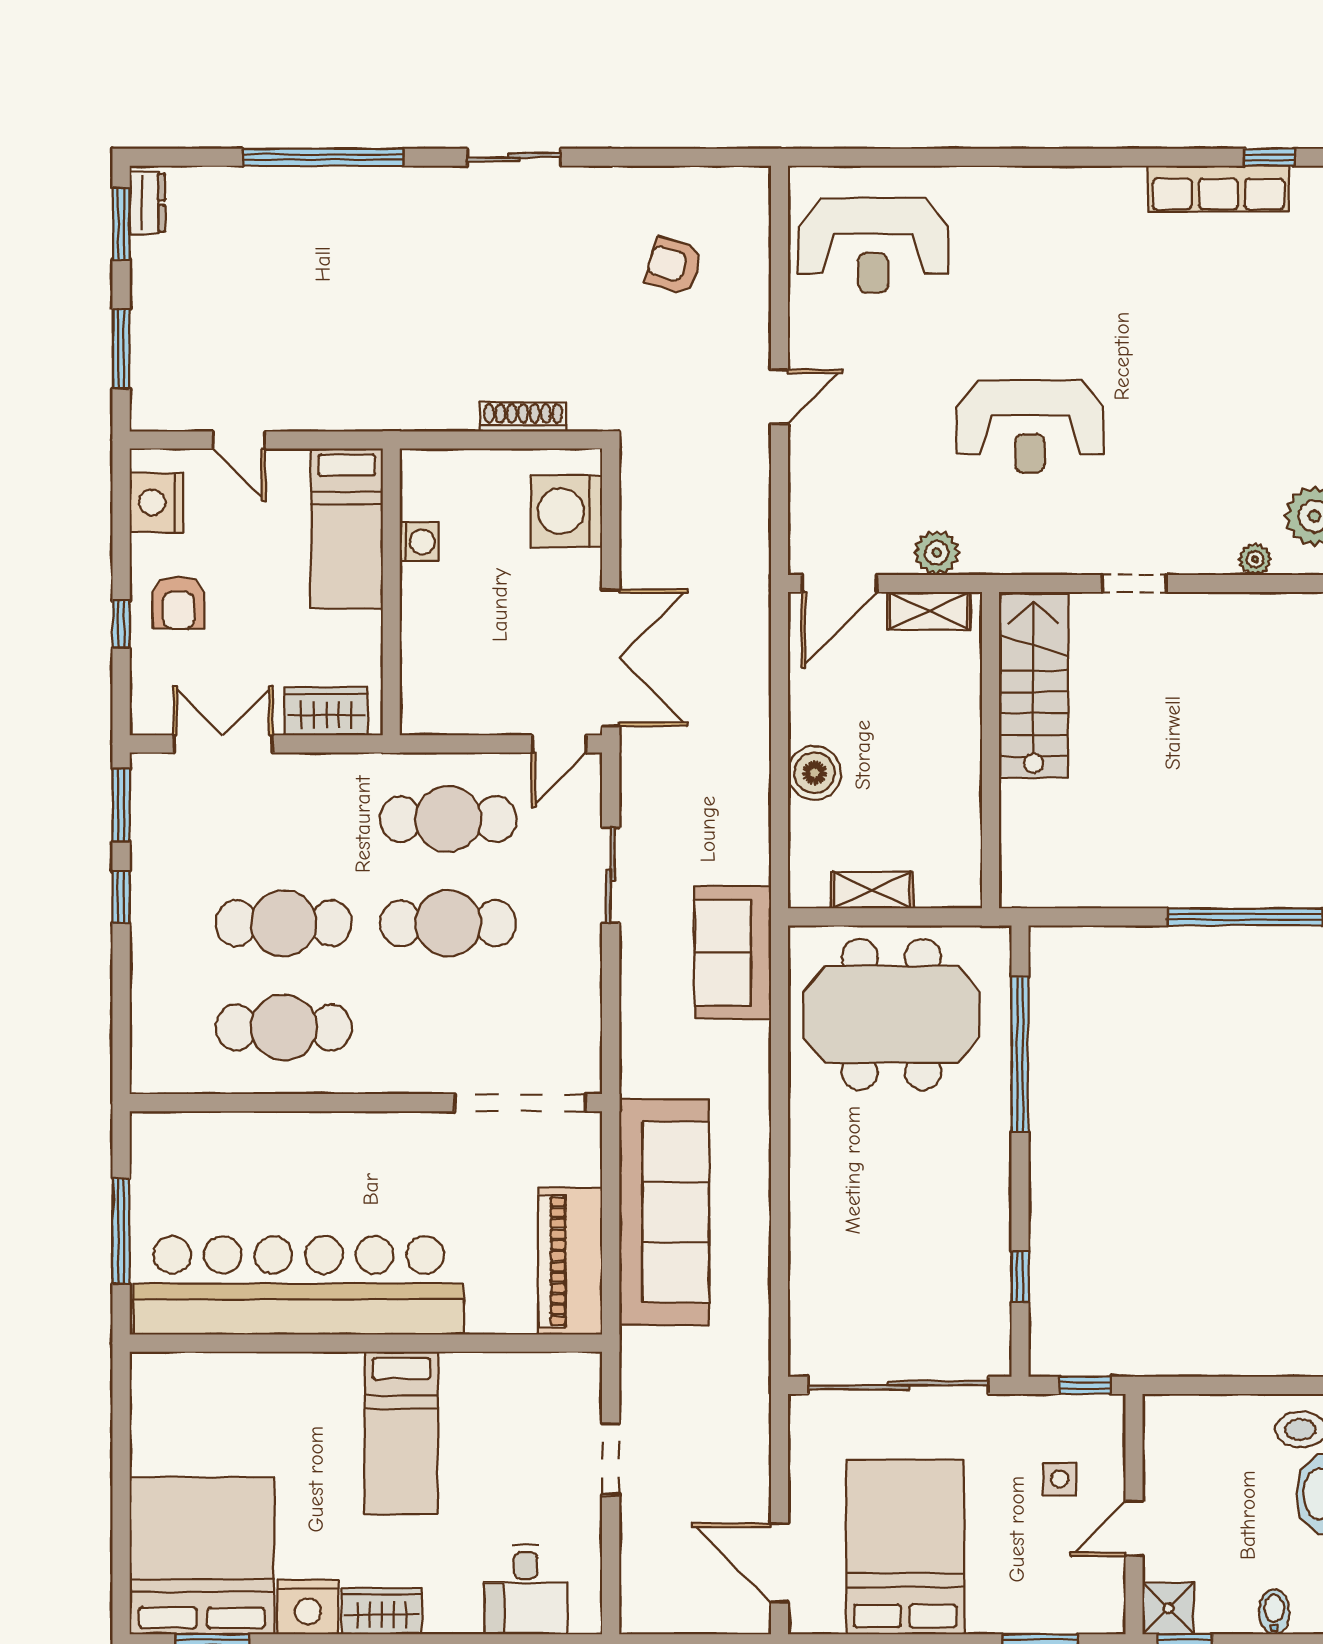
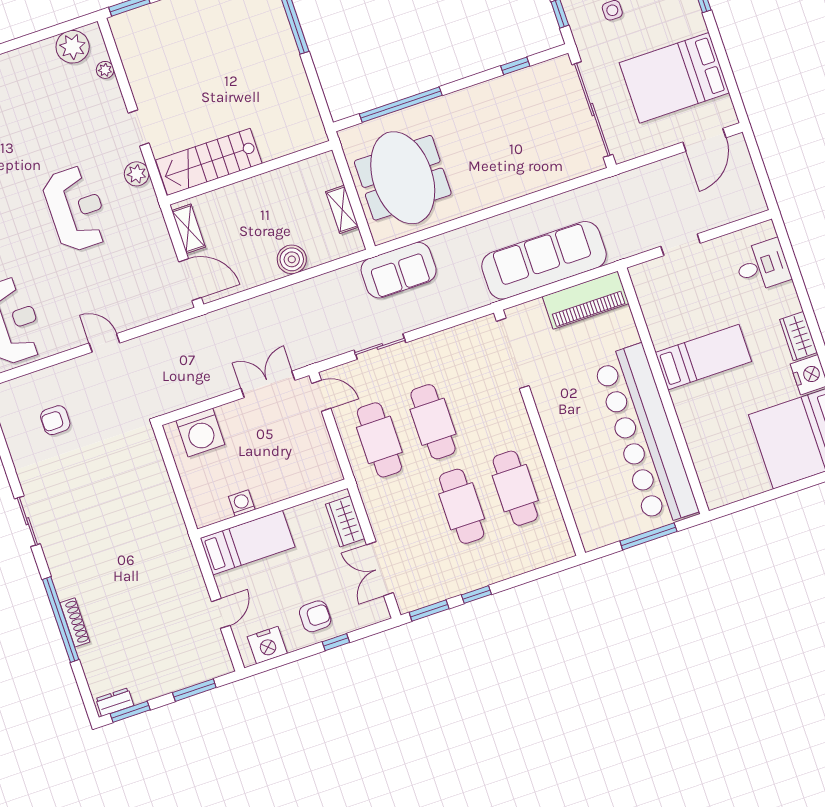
armchair: (674, 266) -> (55, 420), turned 74
shoe rack: (523, 417) -> (75, 622), moved, turned 180
plant: (937, 553) -> (137, 174), moved
double door: (611, 658) -> (268, 384), width x0.73

